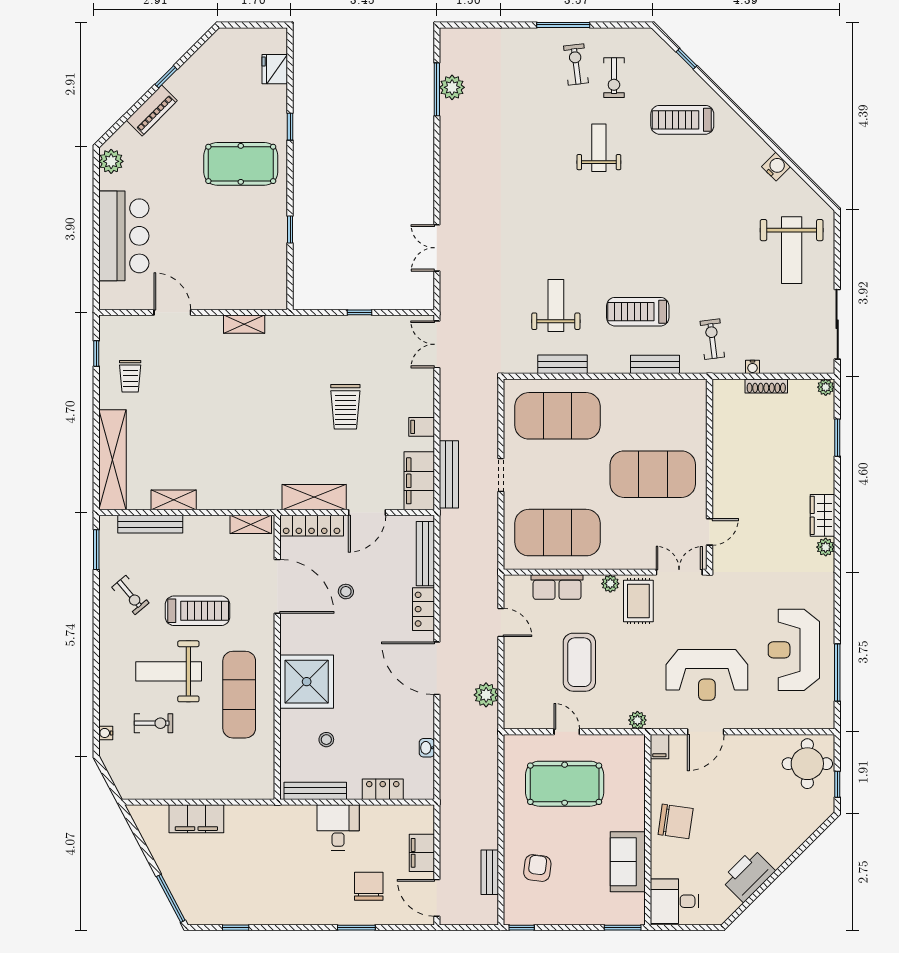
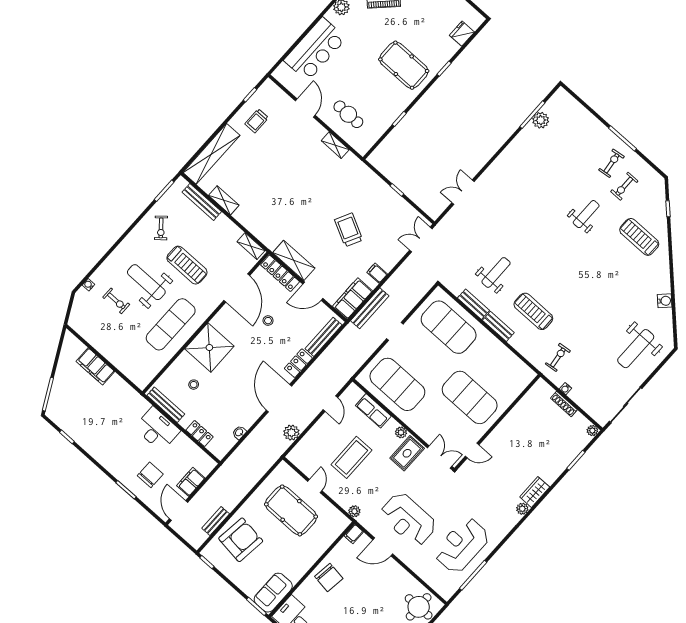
cafe table: (228, 276) -> (348, 114), added
bench: (655, 364) -> (498, 326), moved
trolley: (345, 407) -> (349, 230), turned 117
desk: (338, 827) -> (157, 429), width x1.37
sofa: (628, 862) -> (273, 593), moved
armchair: (537, 868) -> (241, 540), width x1.88, depth x1.88

